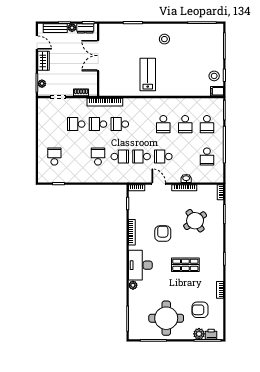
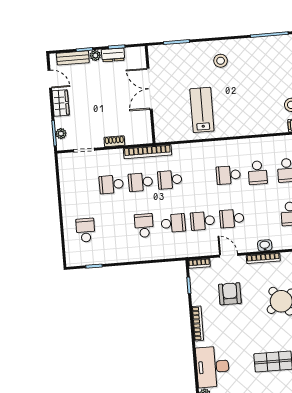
double door: (98, 56) -> (150, 89), moved
wall: (98, 60) -> (150, 94), moved
school desk: (163, 124) -> (228, 175), turned 90
armchair: (163, 234) -> (230, 294), moved

